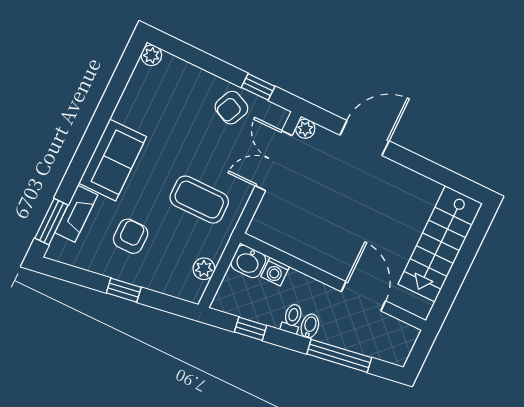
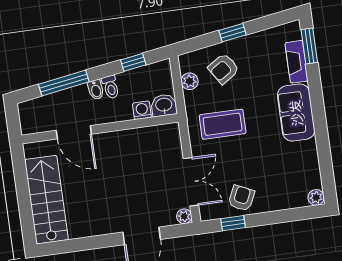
armchair: (131, 236) -> (224, 69), moved, turned 57

